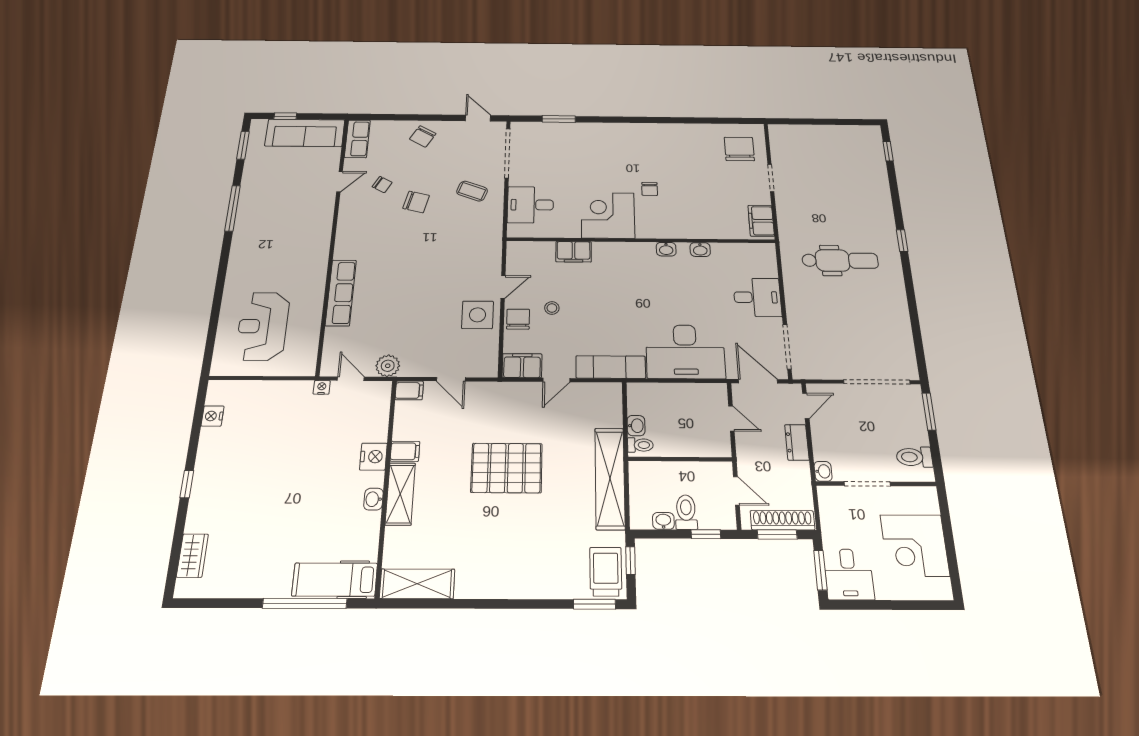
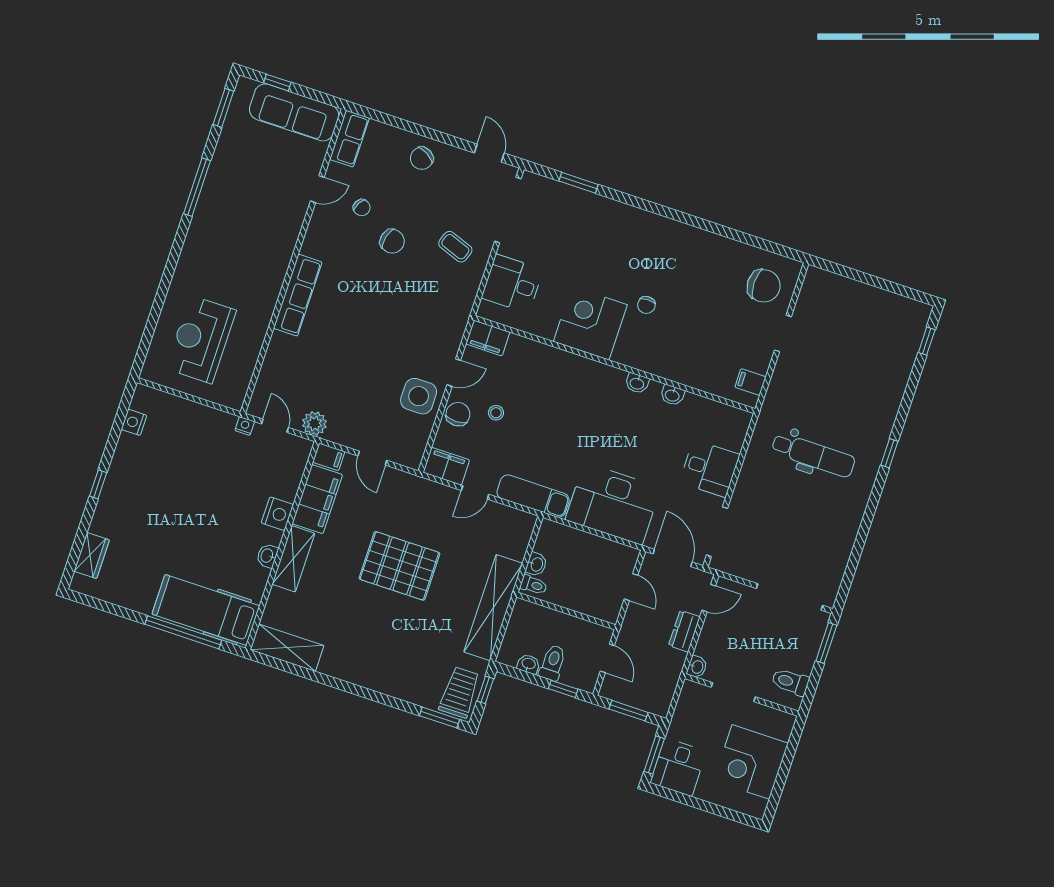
chair: (739, 149) -> (764, 286), turned 90
filing cabinet: (761, 221) -> (750, 382), width x0.50
filing cabinet: (574, 252) -> (488, 338), moved
row of seats: (341, 293) -> (298, 295), moved
filing cabinet: (405, 451) -> (317, 499), width x3.00, depth x1.17
shoe rack: (782, 520) -> (639, 699), removed
hospital bed: (335, 580) -> (206, 610), width x1.37, depth x1.29

